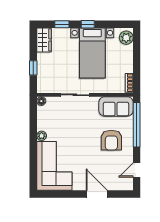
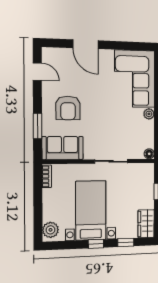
window: (137, 125) -> (38, 126), width x0.47
armchair: (111, 140) -> (68, 108), turned 180
door: (137, 170) -> (37, 72), hinge flipped

